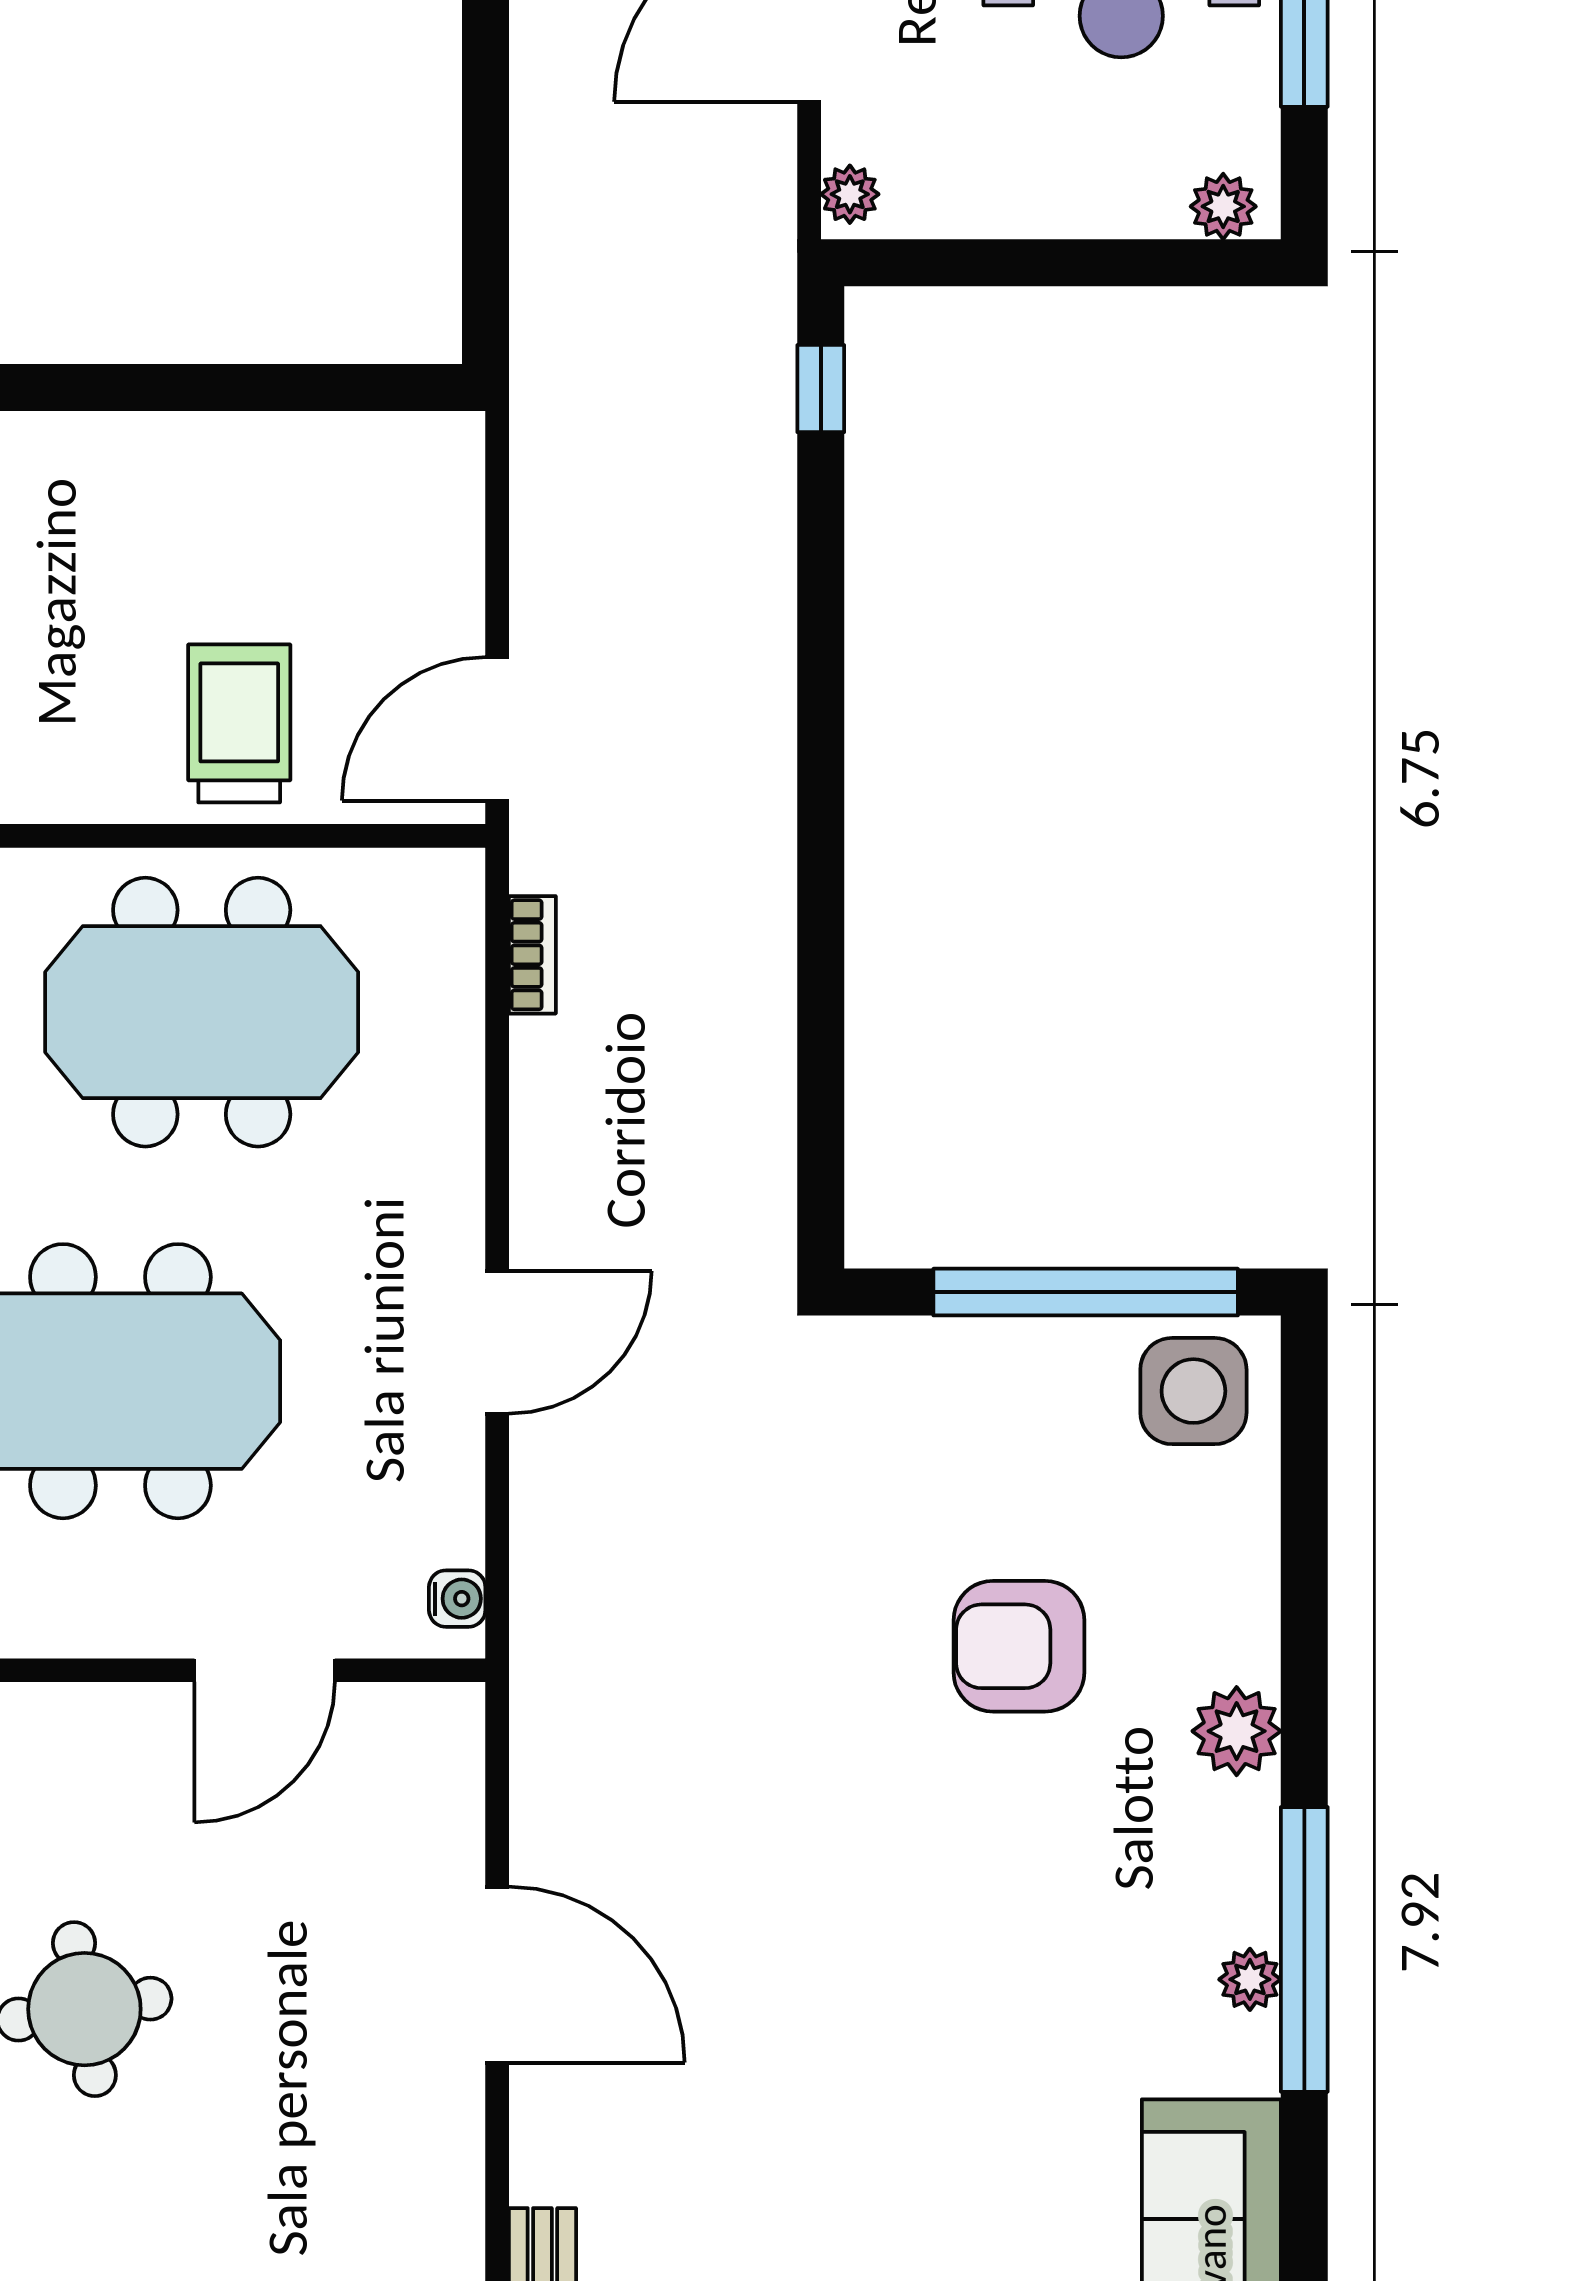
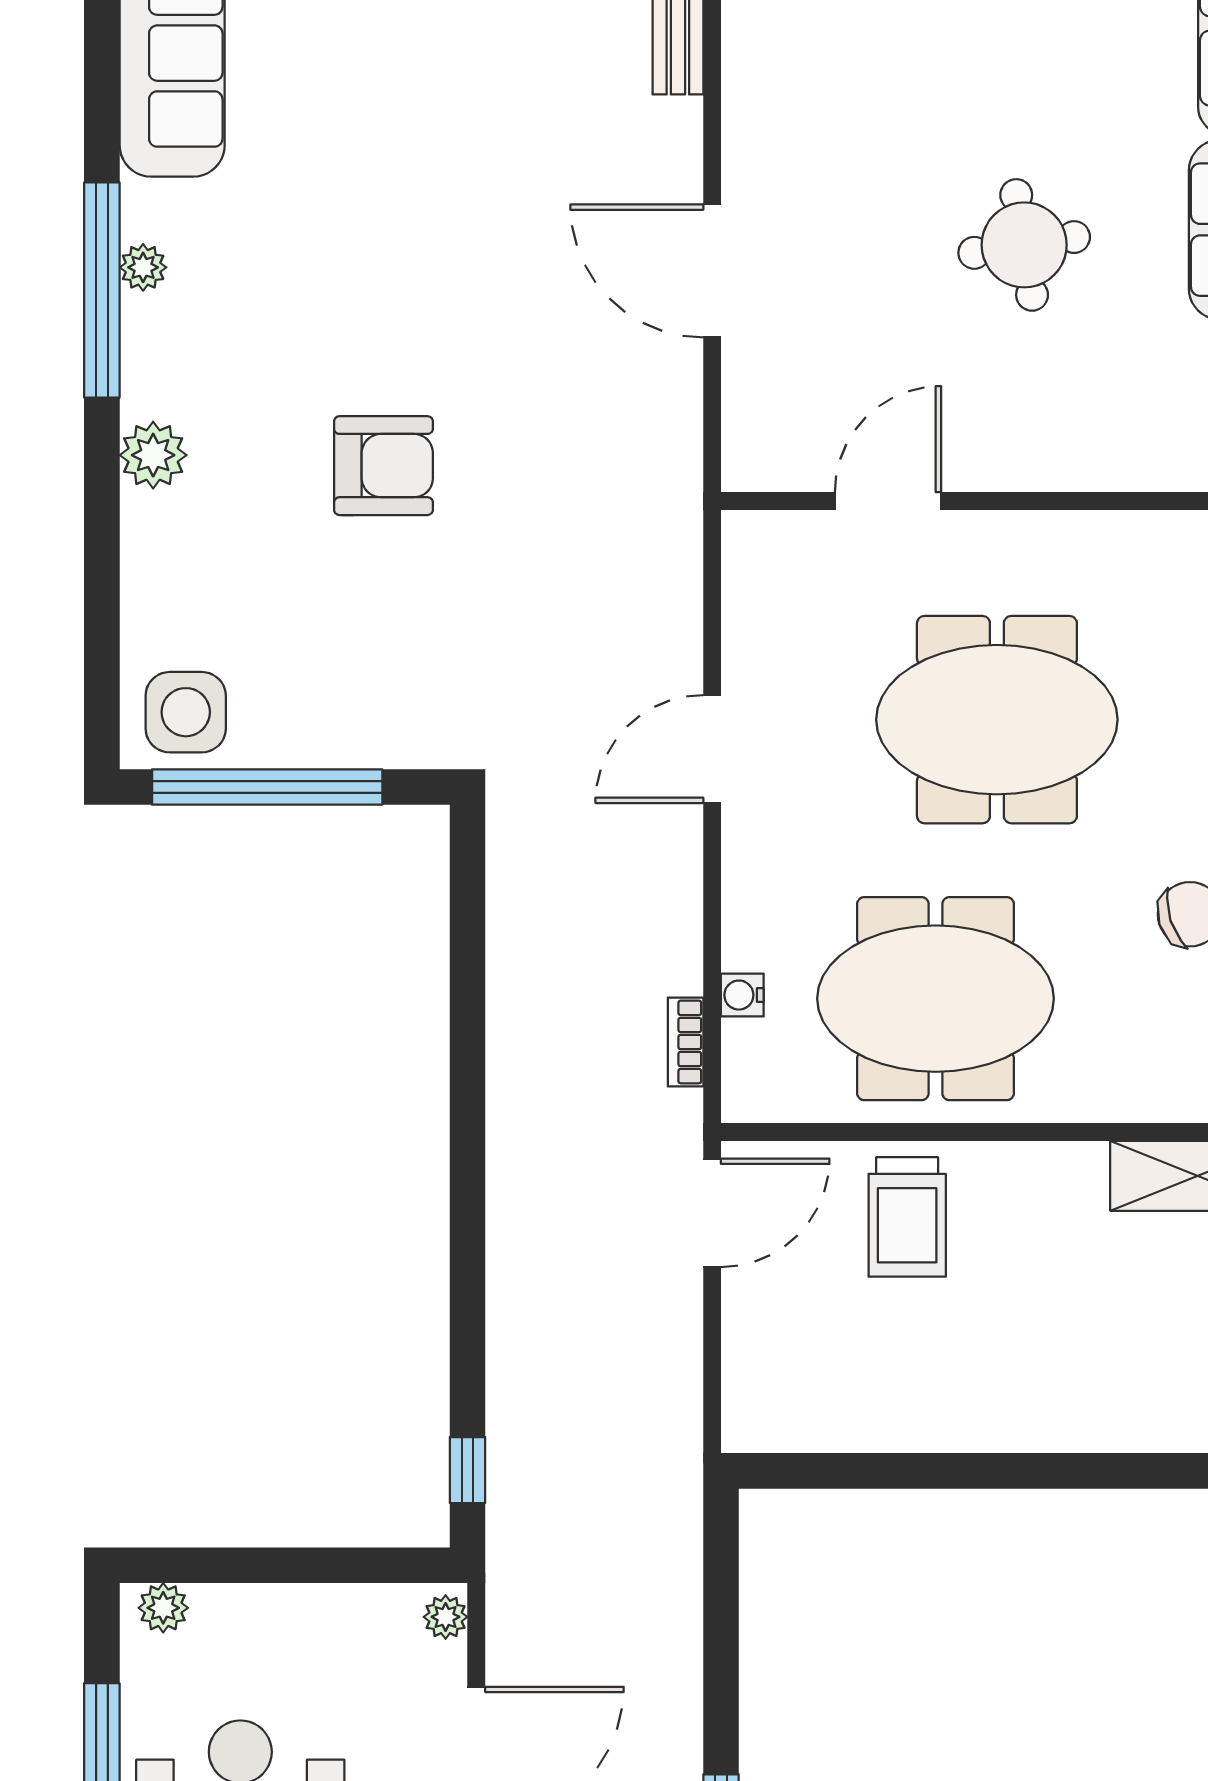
water cooler: (457, 1599) -> (742, 995), moved
armchair: (1019, 1646) -> (383, 466), moved

